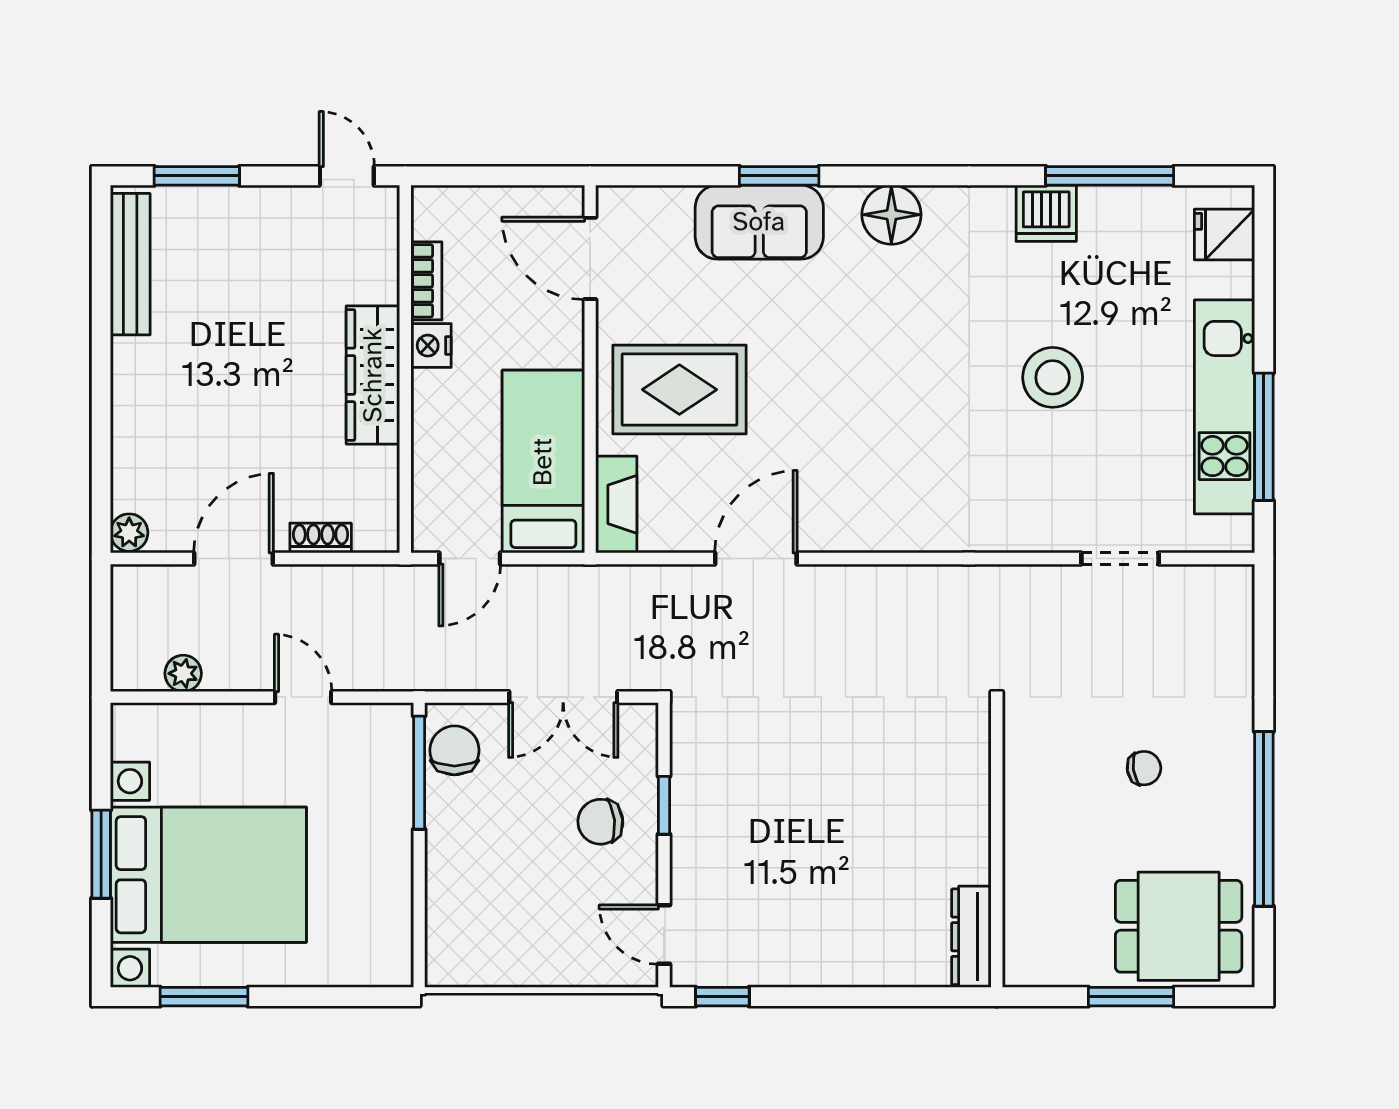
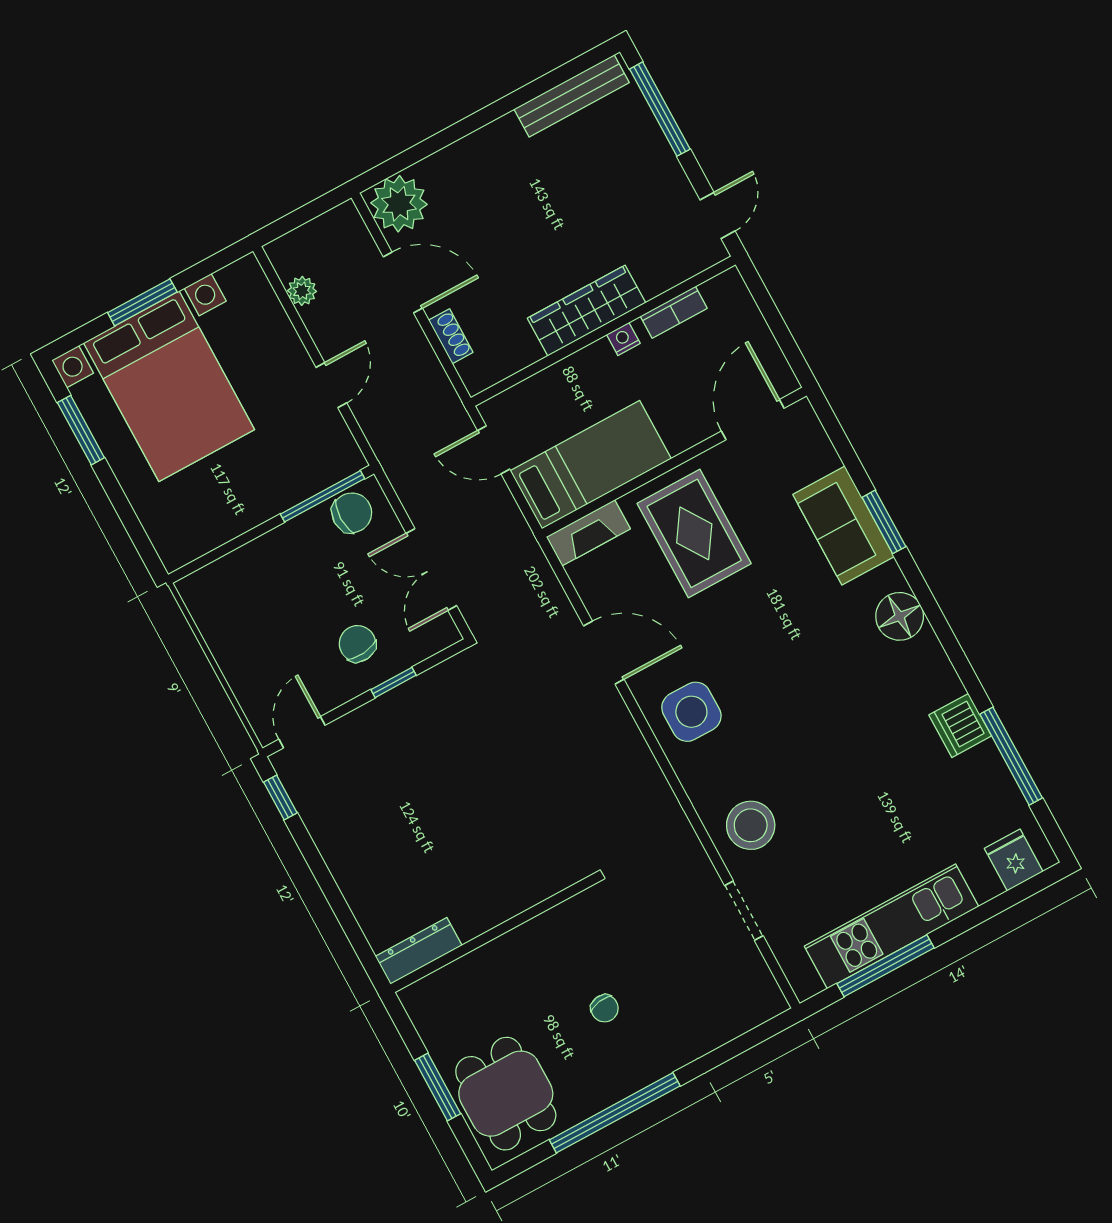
window: (197, 176) -> (660, 109), width x1.44
nightstand: (431, 346) -> (623, 339), width x0.72, depth x0.74
stool: (1053, 377) -> (751, 825), moved
side table: (872, 498) -> (691, 712), added
plant: (129, 533) -> (399, 204), width x1.88, depth x1.88

